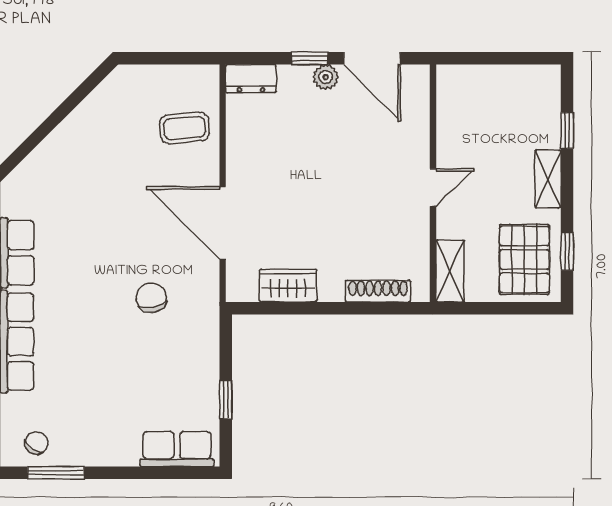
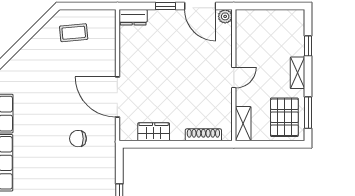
plant: (326, 77) -> (225, 16), moved
coffee table: (185, 128) -> (74, 33), moved
window: (567, 251) -> (308, 113), width x1.50
chair: (151, 298) -> (78, 139), turned -78

